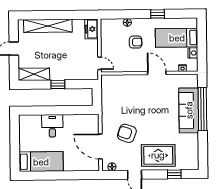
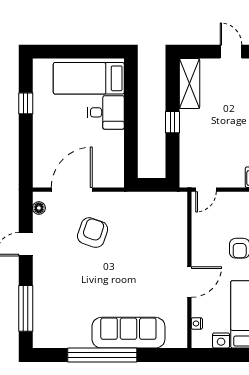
window: (202, 109) -> (102, 355), moved
rug: (158, 155) -> (56, 283), removed
bed: (41, 162) -> (89, 78), moved, turned 90
window: (174, 174) -> (26, 308), width x2.17
window: (47, 176) -> (26, 103), added

